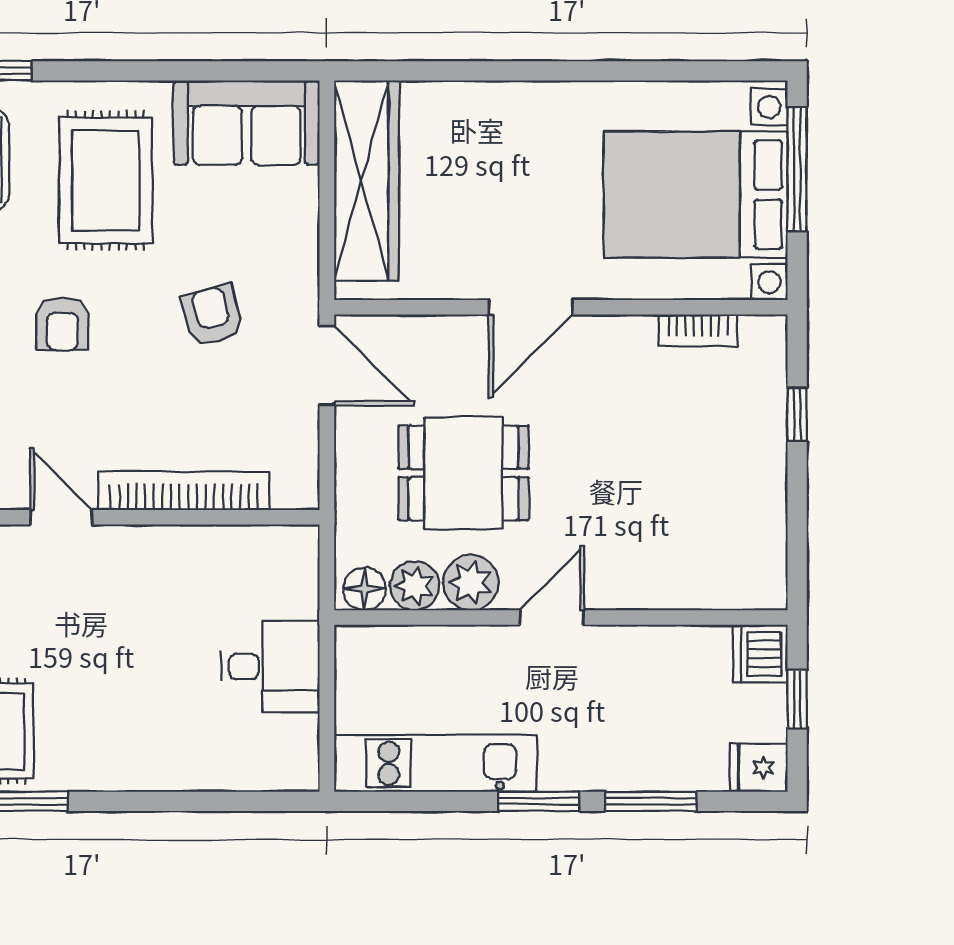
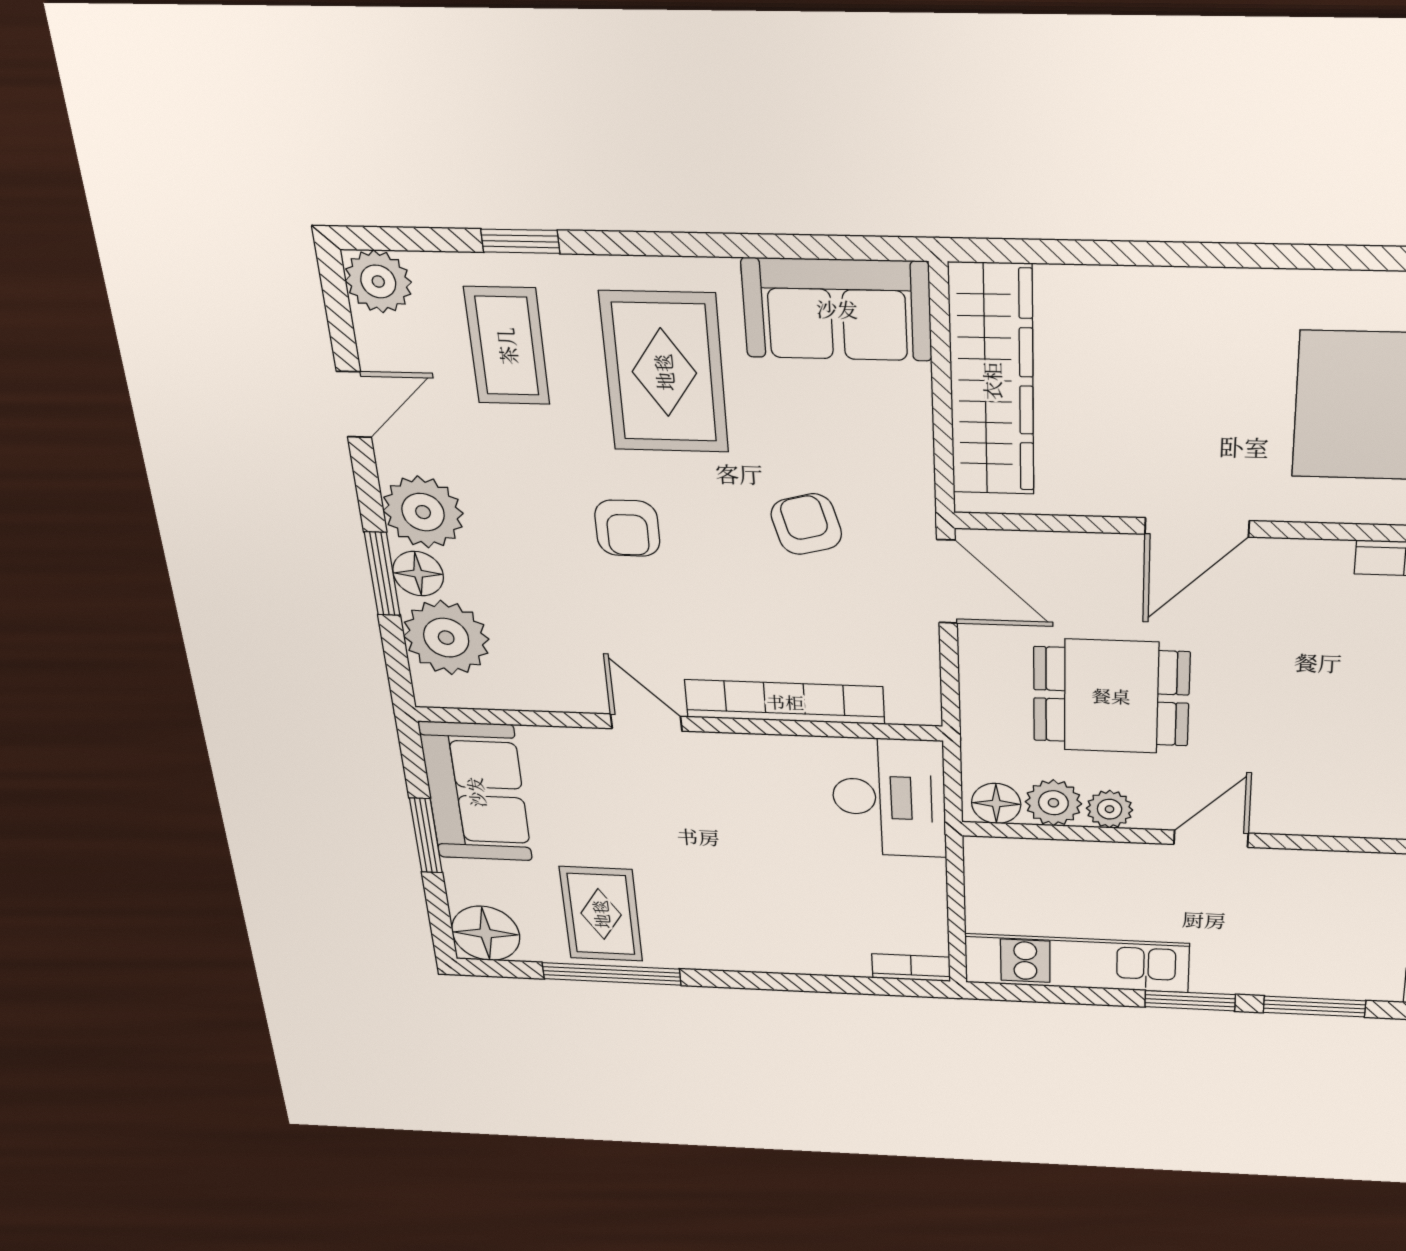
plant: (471, 583) -> (1110, 809), width x0.73, depth x0.73
desk: (270, 666) -> (889, 798), moved, width x1.37
bookcase: (284, 778) -> (911, 968), added

